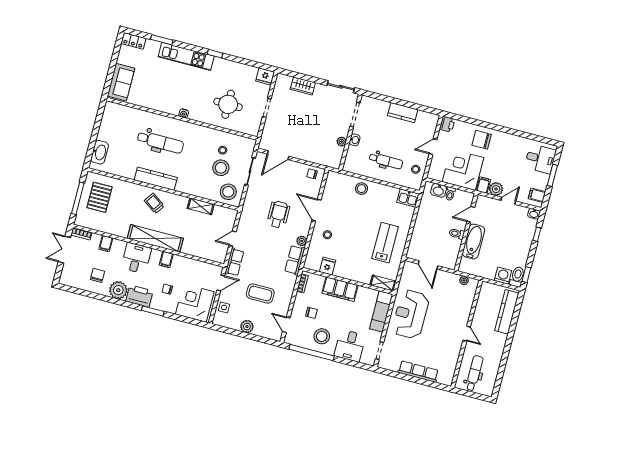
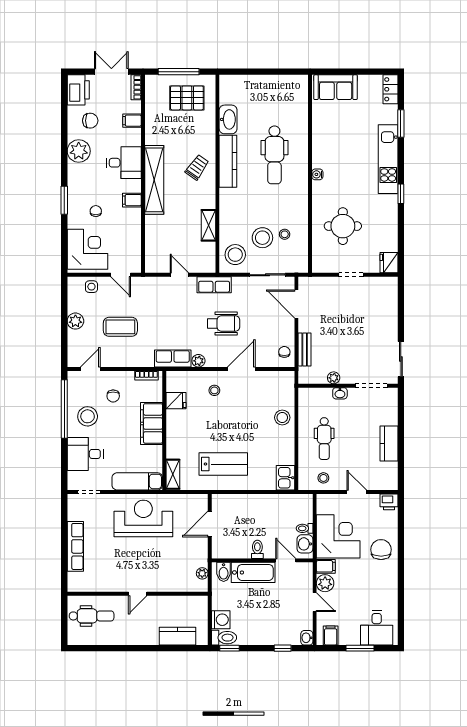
wardrobe: (303, 86) -> (390, 312), removed
washbasin: (100, 152) -> (228, 119), moved, turned -90
bench: (314, 158) -> (305, 349), added
washbasin: (438, 190) -> (305, 544), moved
row of seats: (234, 262) -> (214, 285), moved
bidet: (467, 264) -> (224, 572), added
coffee table: (260, 294) -> (120, 327), turned 90
printer: (139, 296) -> (78, 90), moved
kitchen counter: (507, 312) -> (177, 636), width x0.67

